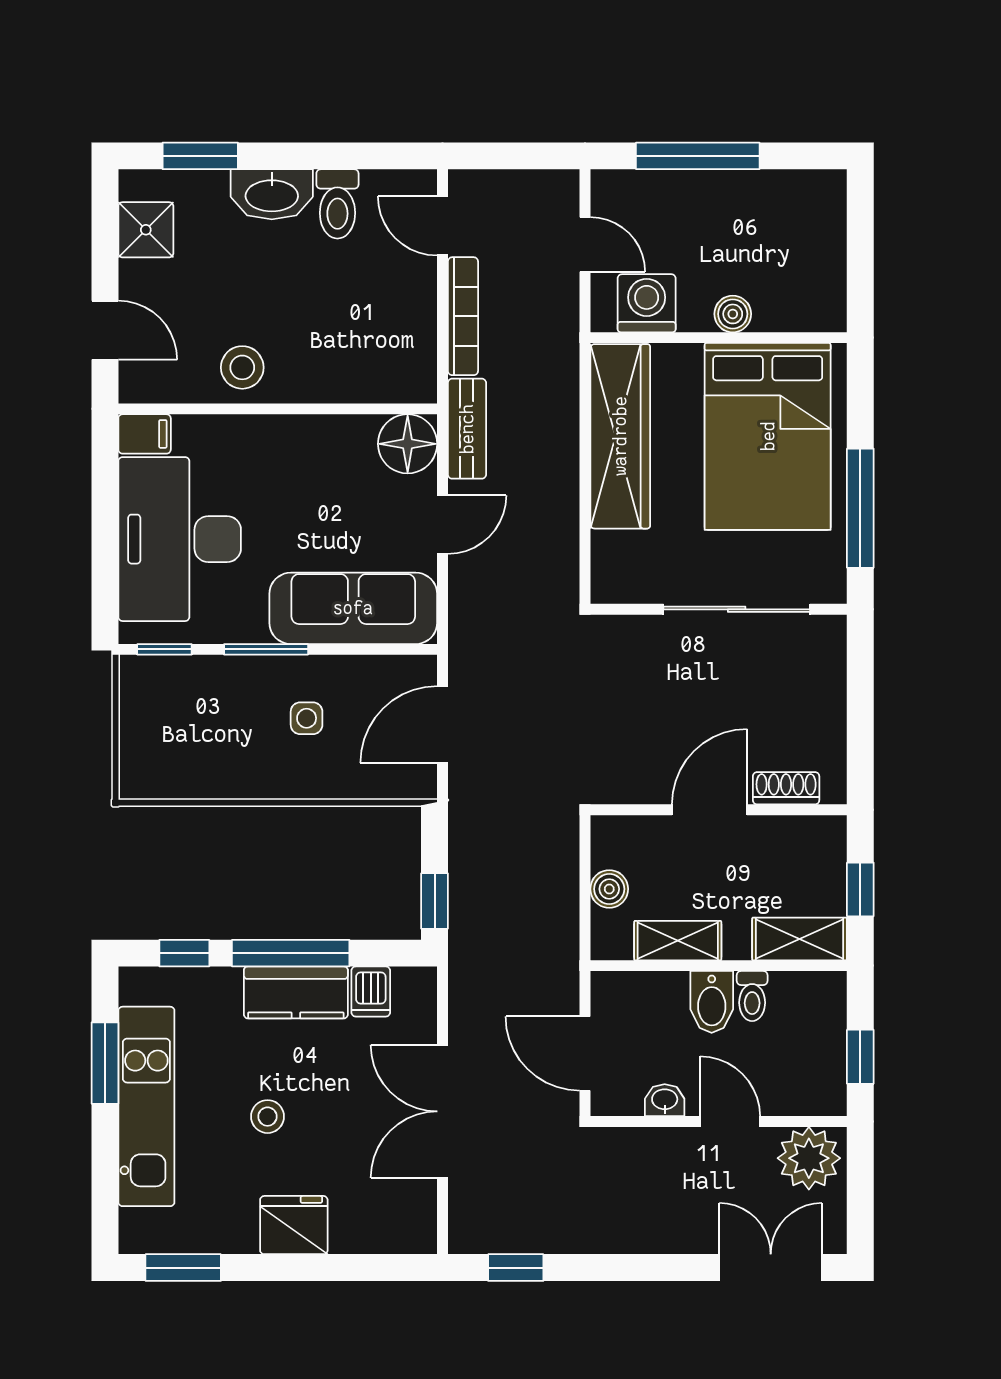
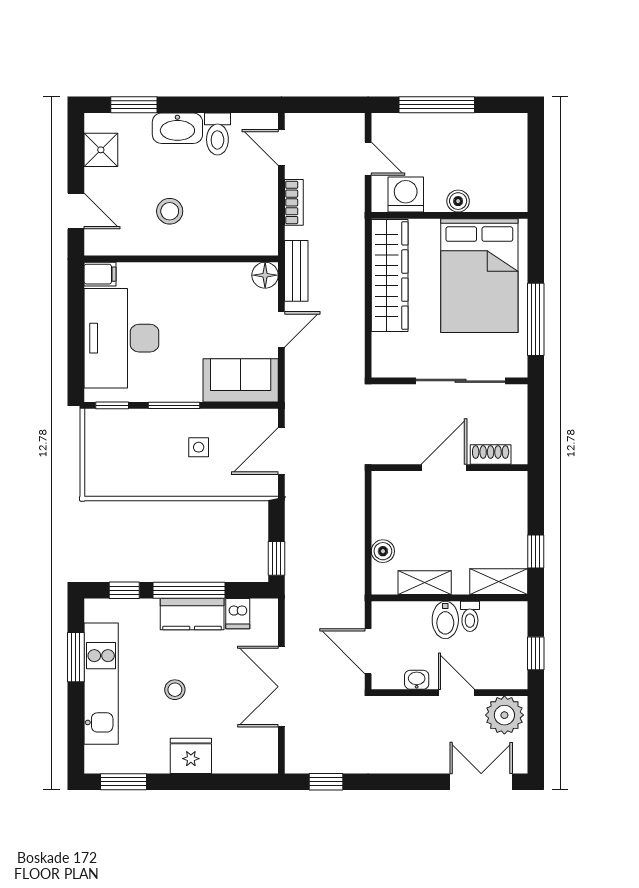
bookcase: (463, 316) -> (294, 202), width x0.64
stool: (242, 367) -> (170, 211), moved
floor lamp: (408, 444) -> (265, 275), width x0.73, depth x0.73
sofa: (353, 608) -> (241, 380), width x0.73
shoe rack: (786, 788) -> (491, 455), moved
door: (710, 810) -> (444, 468), moved
wall: (719, 810) -> (450, 468), moved

